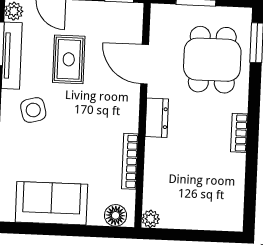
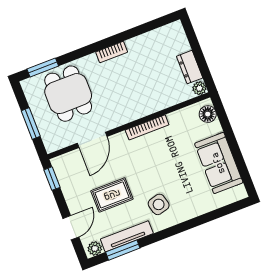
dining table: (212, 60) -> (68, 94), turned 90
dresser: (157, 118) -> (190, 67), moved, turned -90
bookcase: (130, 161) -> (147, 127), moved

